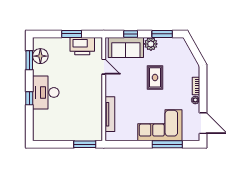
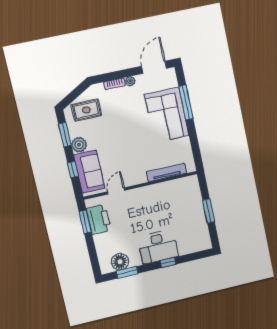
window: (72, 34) -> (85, 222), moved
rug: (155, 77) -> (86, 110), moved
window: (85, 144) -> (209, 211), moved

